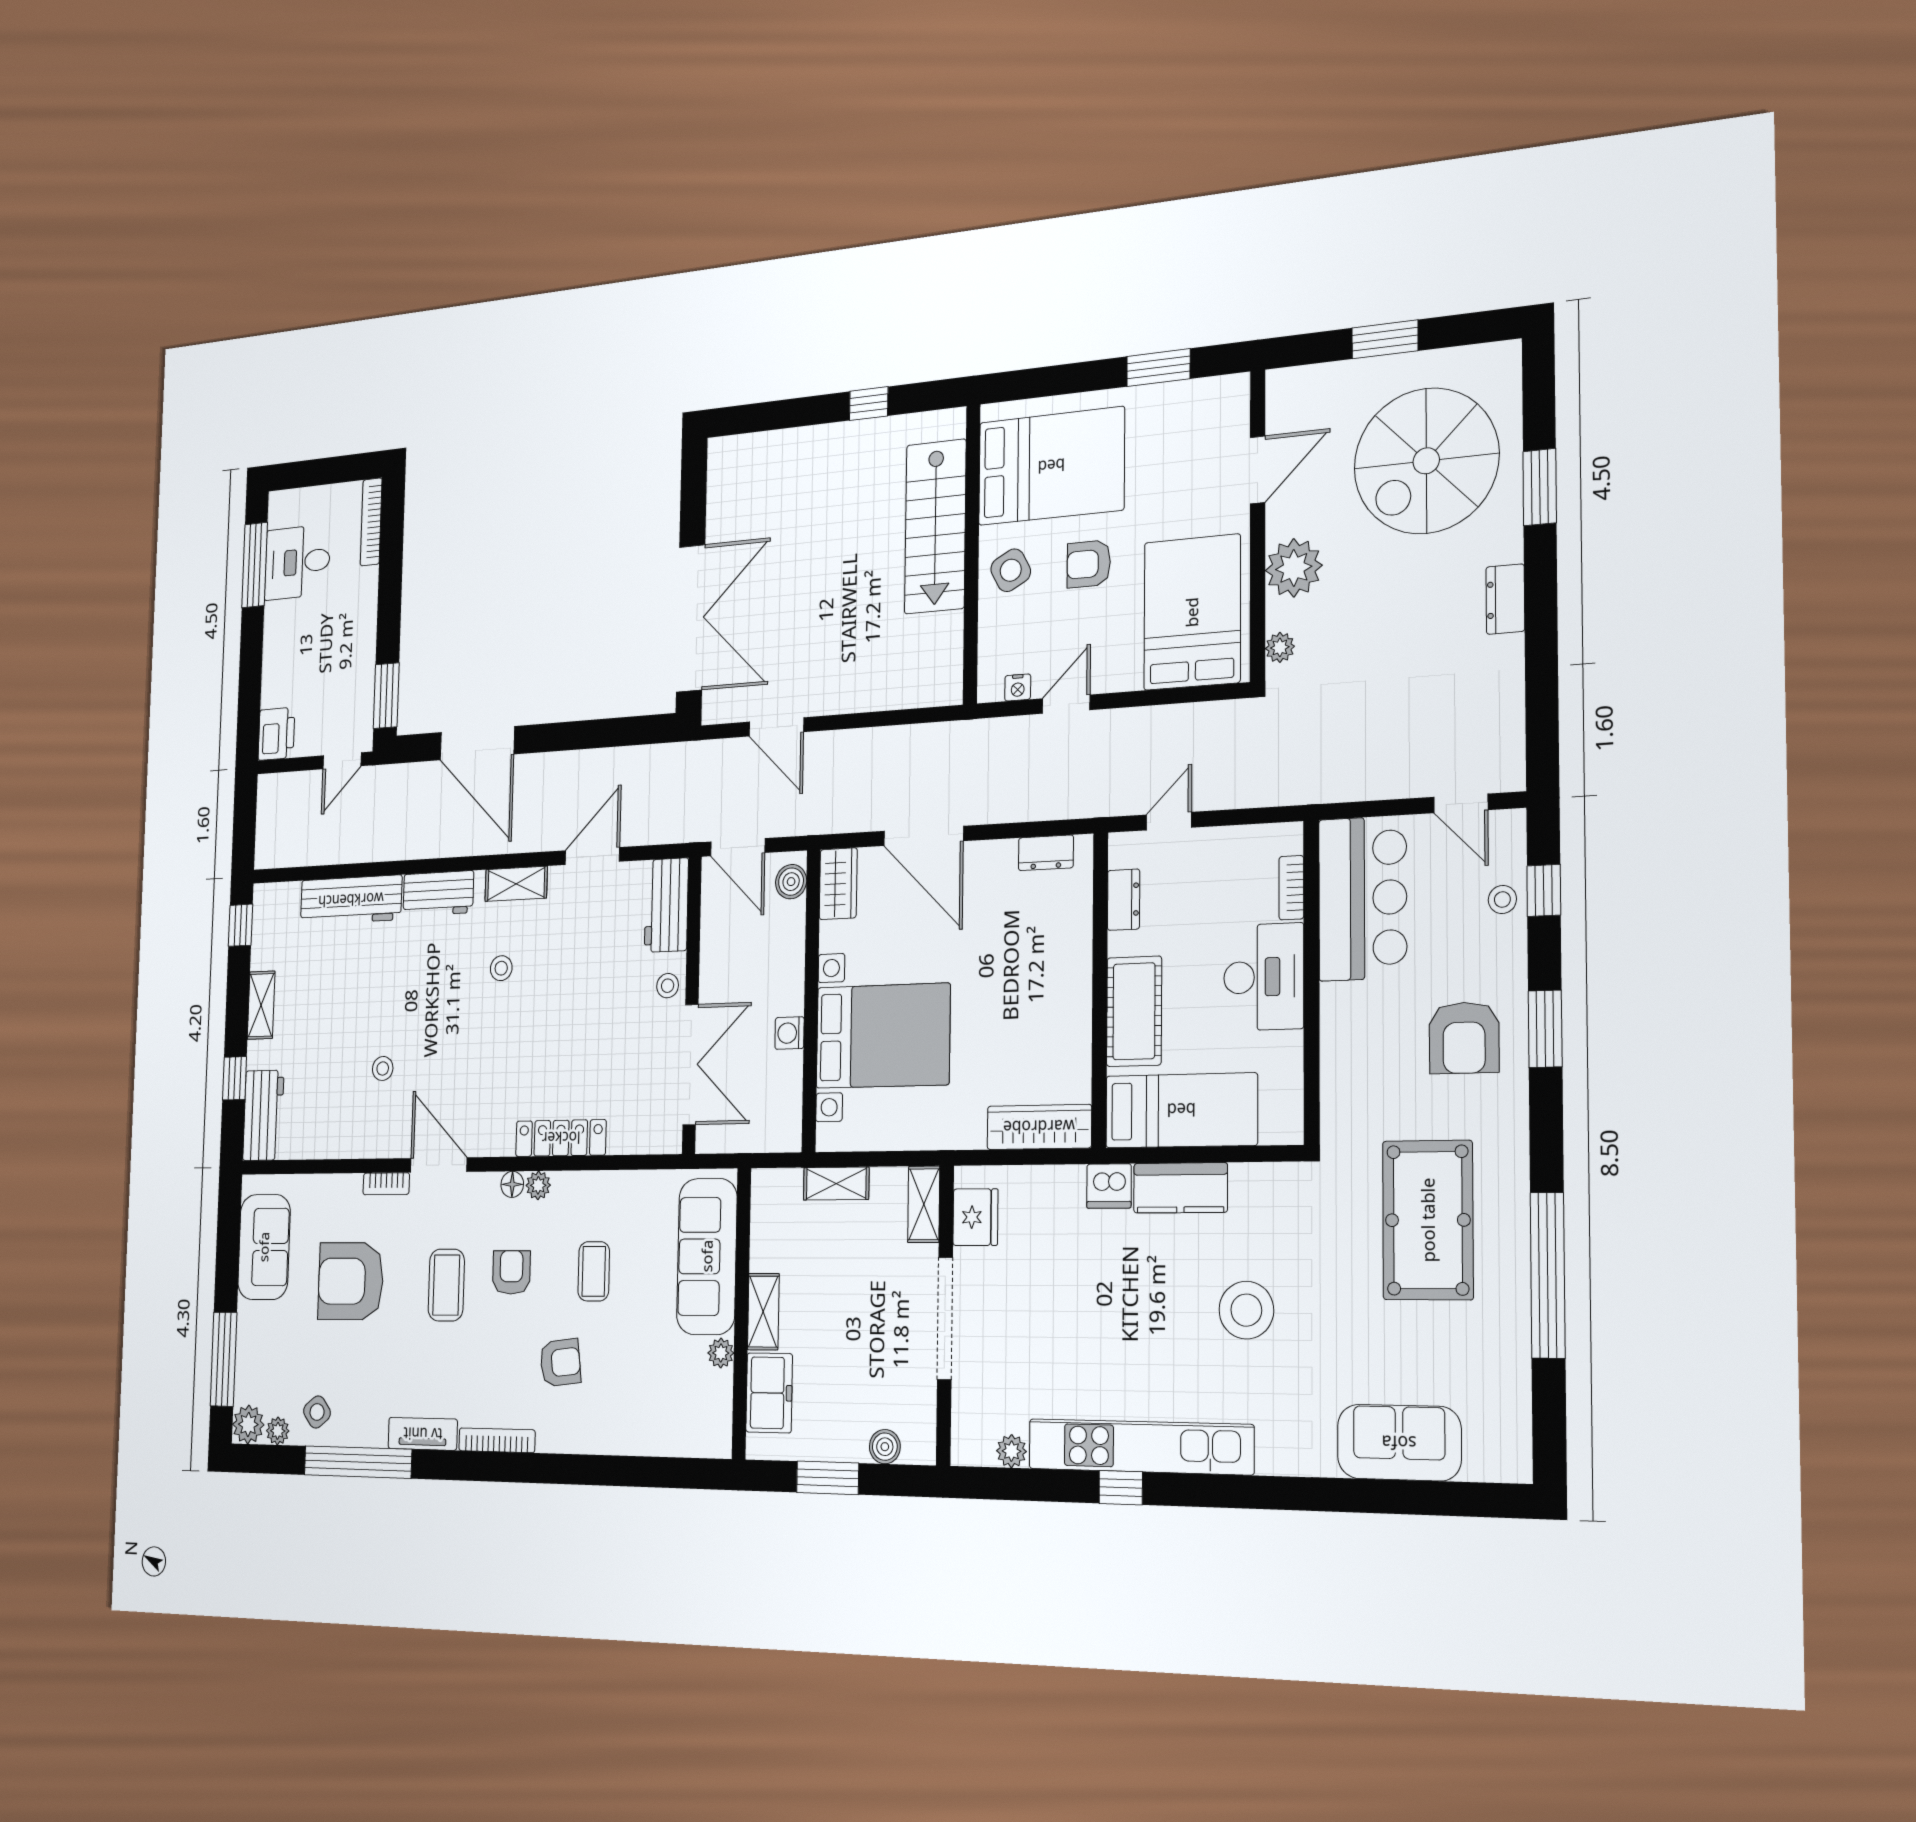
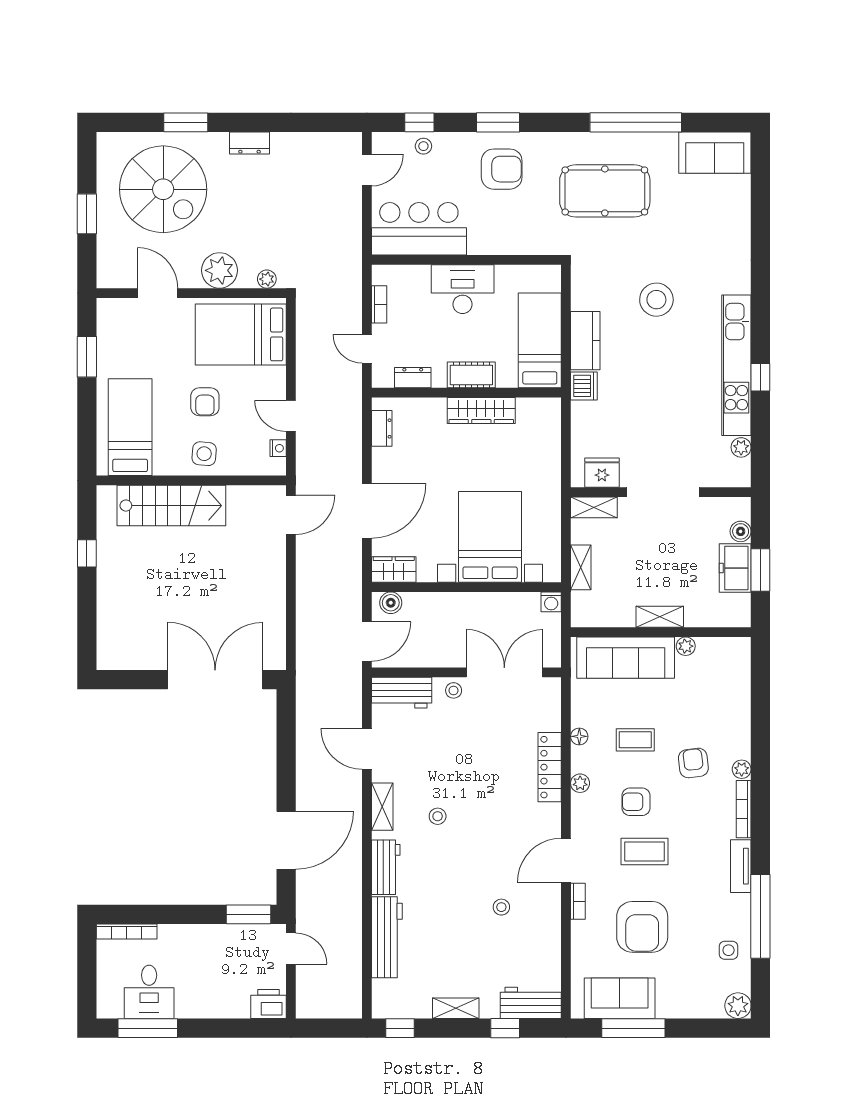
bed: (1051, 466) -> (130, 427), width x0.67
side table: (1011, 570) -> (204, 454), turned 33
door: (776, 727) -> (291, 515), moved
bookcase: (1291, 888) -> (379, 304), moved, turned -90
cot: (1134, 1011) -> (471, 375), width x0.73, depth x0.75
washing machine: (790, 1033) -> (551, 602), moved
wardrobe: (1039, 1127) -> (481, 410), moved, turned -90
floor lamp: (512, 1184) -> (579, 736), moved
window: (224, 1359) -> (633, 1028), moved
freezer: (769, 1393) -> (735, 568), moved, turned -90
side table: (317, 1412) -> (729, 950), turned 38
plant: (278, 1431) -> (742, 769), moved
sofa: (1399, 1443) -> (715, 153), moved, turned -90

